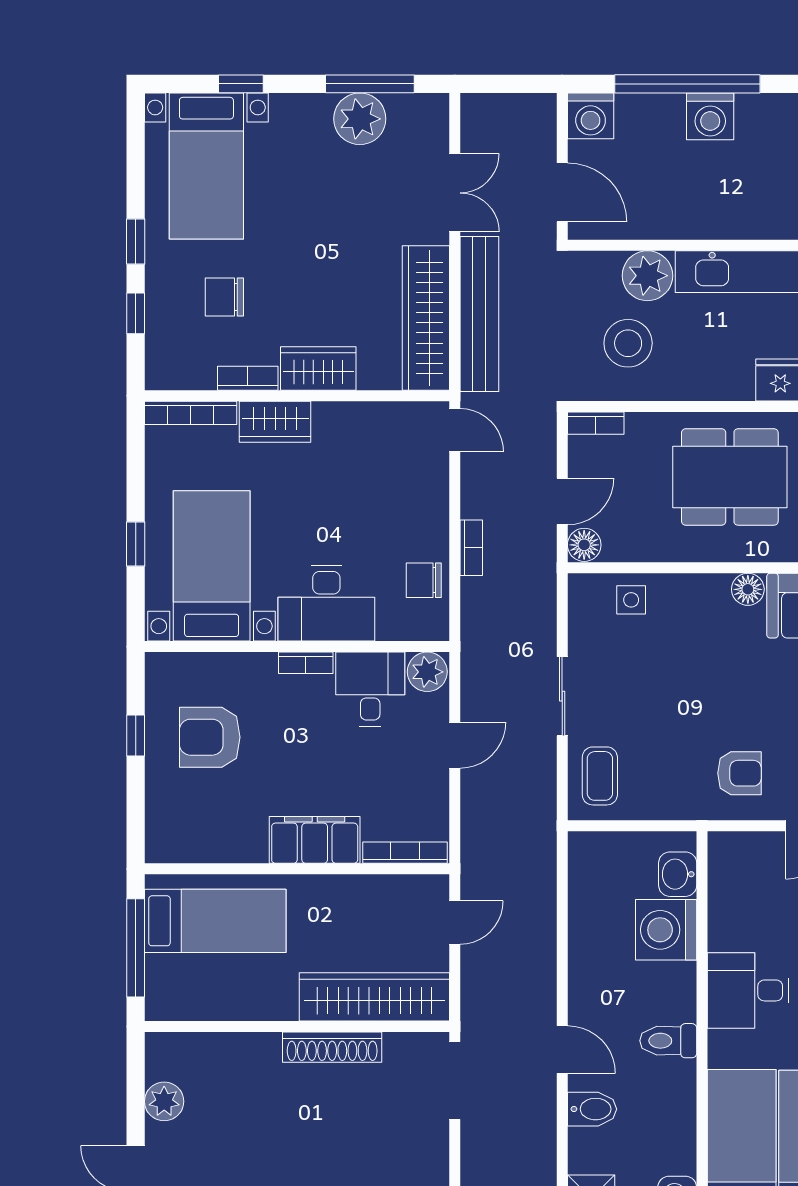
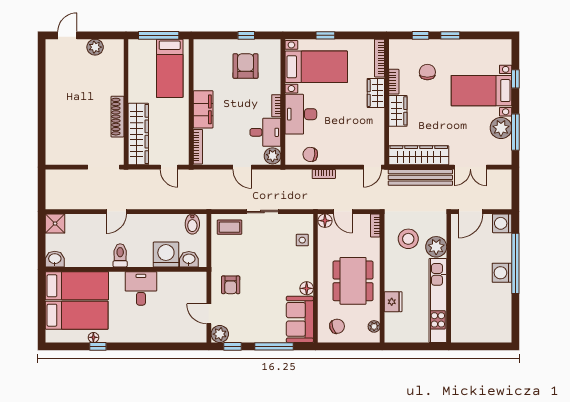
bed with nightstands: (206, 166) -> (481, 91), moved
chair: (424, 580) -> (310, 154), turned -84
bidet: (592, 1109) -> (192, 224), moved

